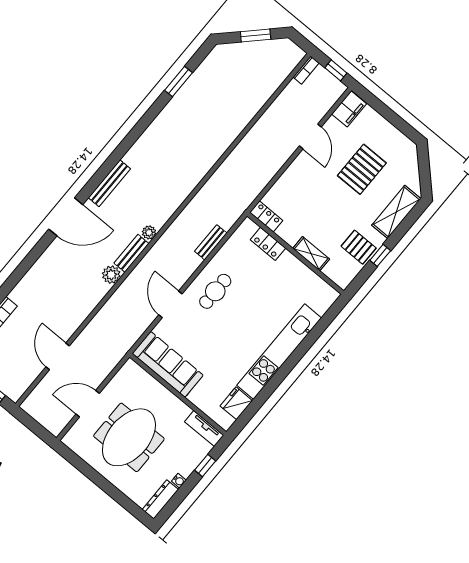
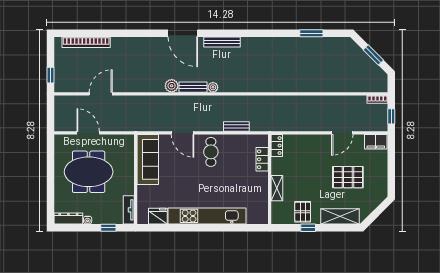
cafe table: (215, 291) -> (211, 152), turned 90
door: (170, 304) -> (183, 133), swing flipped

